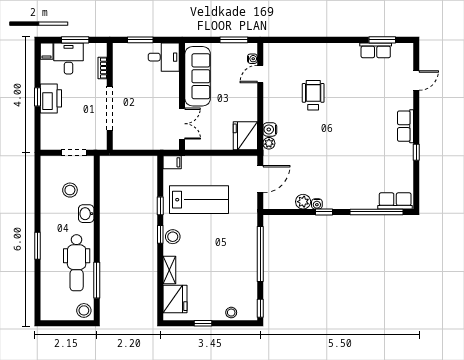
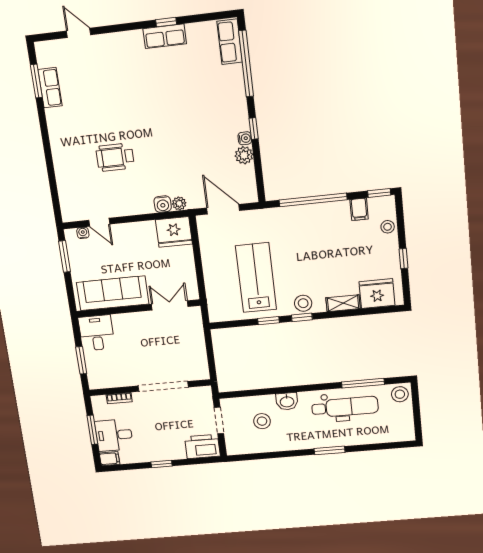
printer: (51, 98) -> (202, 447), moved
row of seats: (406, 126) -> (165, 36), moved
filing cabinet: (172, 162) -> (359, 209), moved, turned 180

